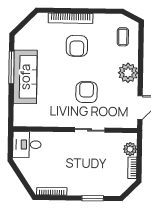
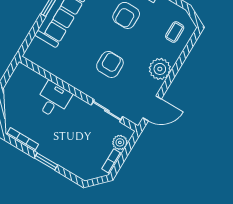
sliding door: (90, 130) -> (107, 111), moved
desk: (27, 145) -> (53, 100), moved, turned 90
window: (93, 198) -> (46, 161), moved

